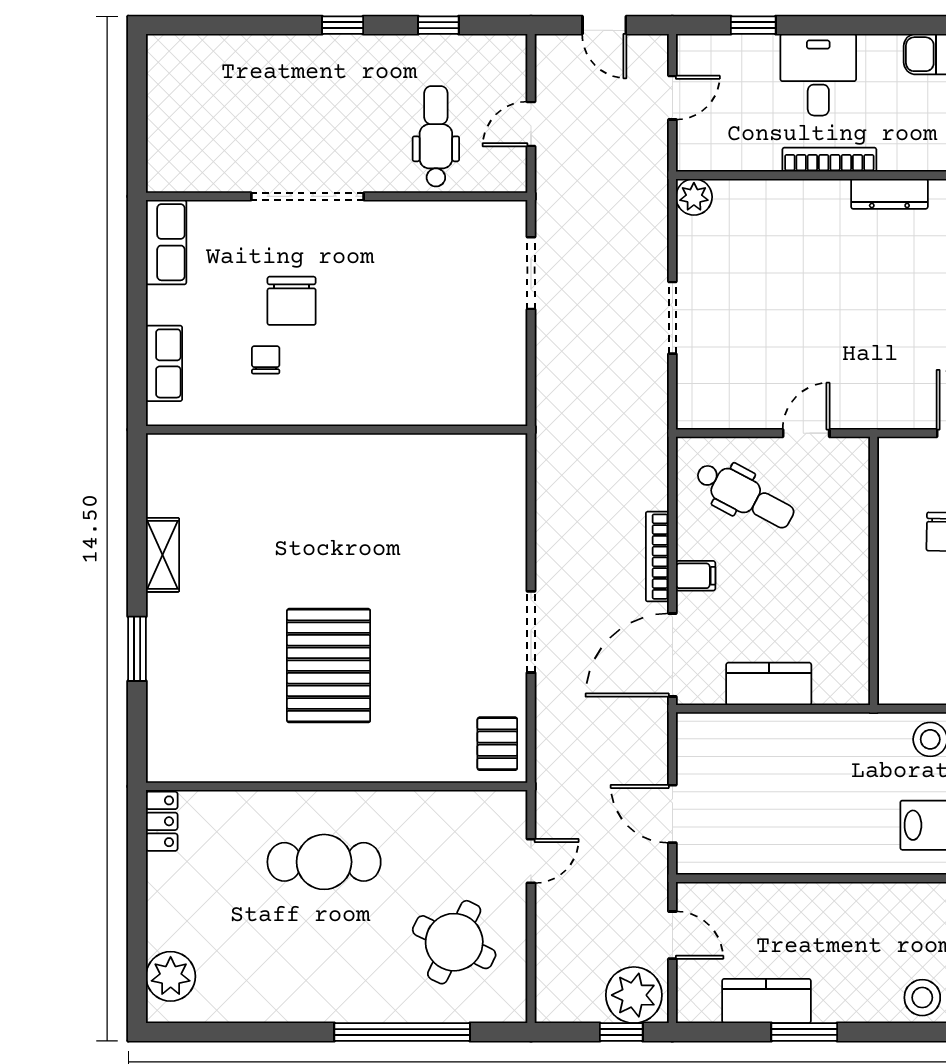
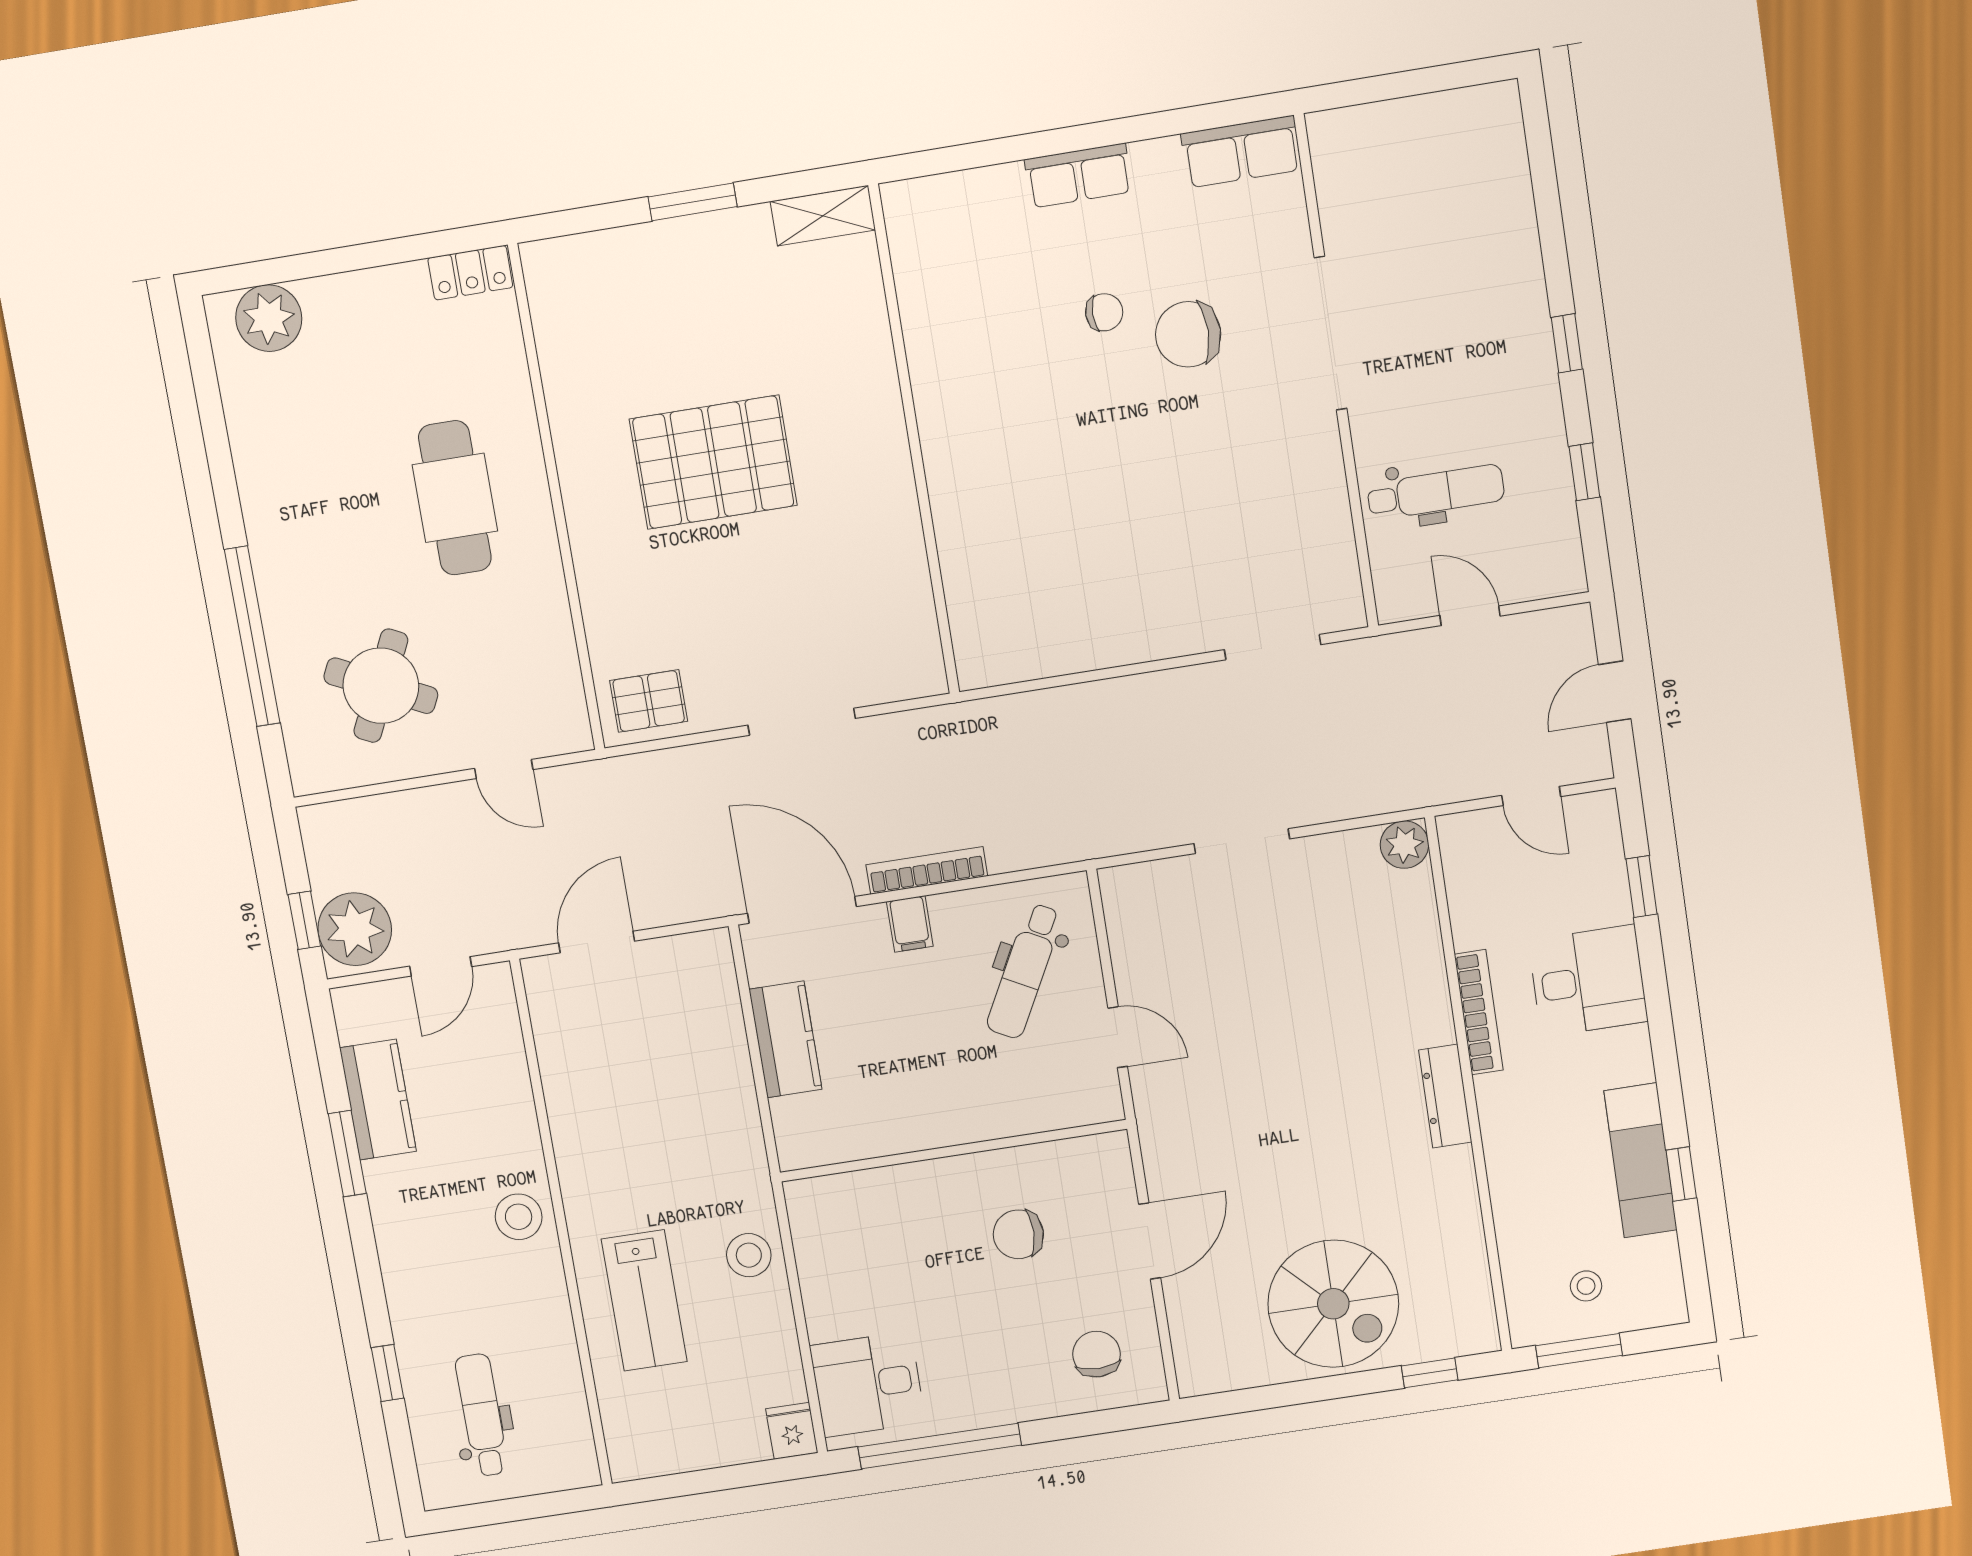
wall: (337, 430) -> (914, 441), moved
stool: (922, 998) -> (519, 1217), moved

